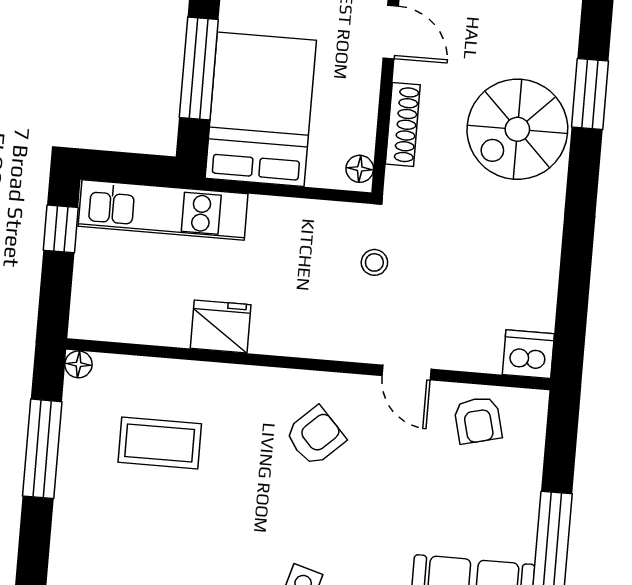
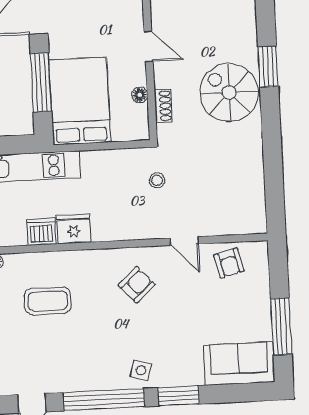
shoe rack: (403, 124) -> (163, 106), width x0.70
spiral stairs: (517, 129) -> (229, 93), turned 90
floor lamp: (360, 169) -> (140, 95), moved
dishwasher: (528, 354) -> (41, 232), moved

